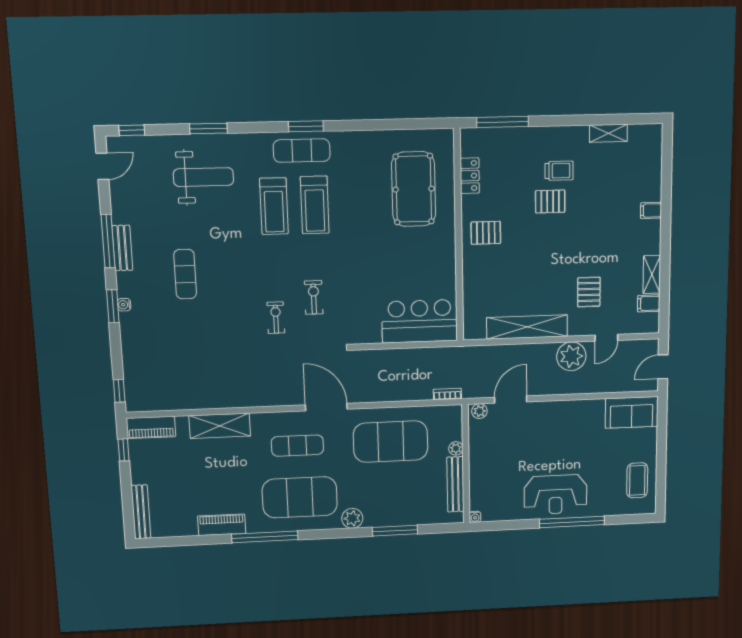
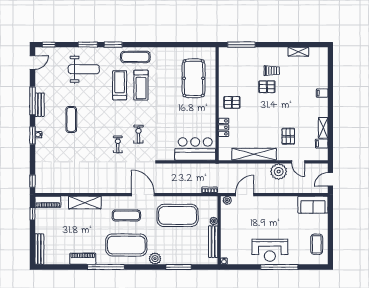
window: (306, 126) -> (113, 45), moved
locker: (470, 176) -> (224, 127), moved
treadmill: (274, 206) -> (120, 85), turned 180
door: (606, 338) -> (298, 162), hinge flipped

